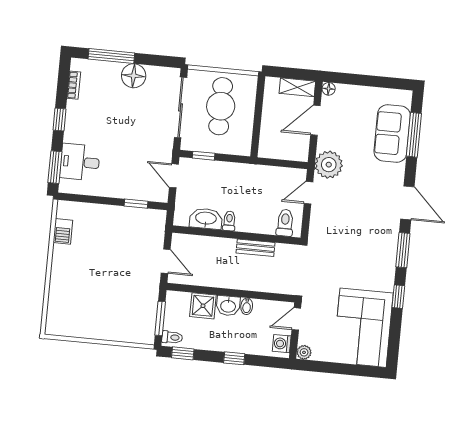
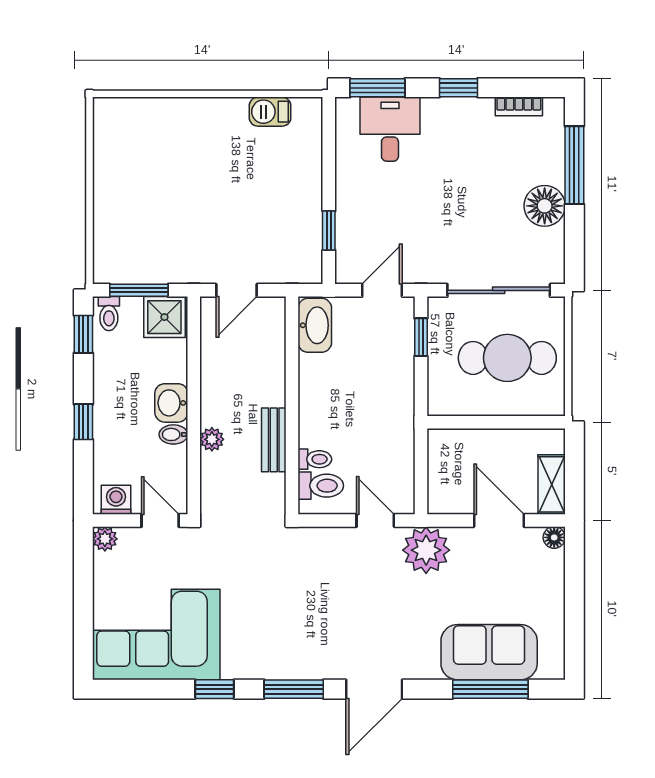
washbasin: (206, 219) -> (315, 325), moved
toilet: (229, 221) -> (315, 459), moved
plant: (252, 284) -> (212, 439), added
shower: (203, 306) -> (164, 317), moved

